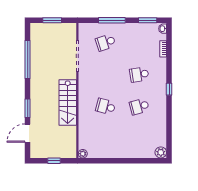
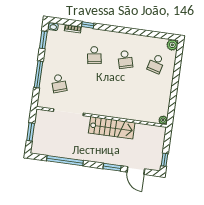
window: (169, 89) -> (88, 25), moved
school desk: (106, 107) -> (156, 64), moved
window: (54, 161) -> (164, 160), moved

